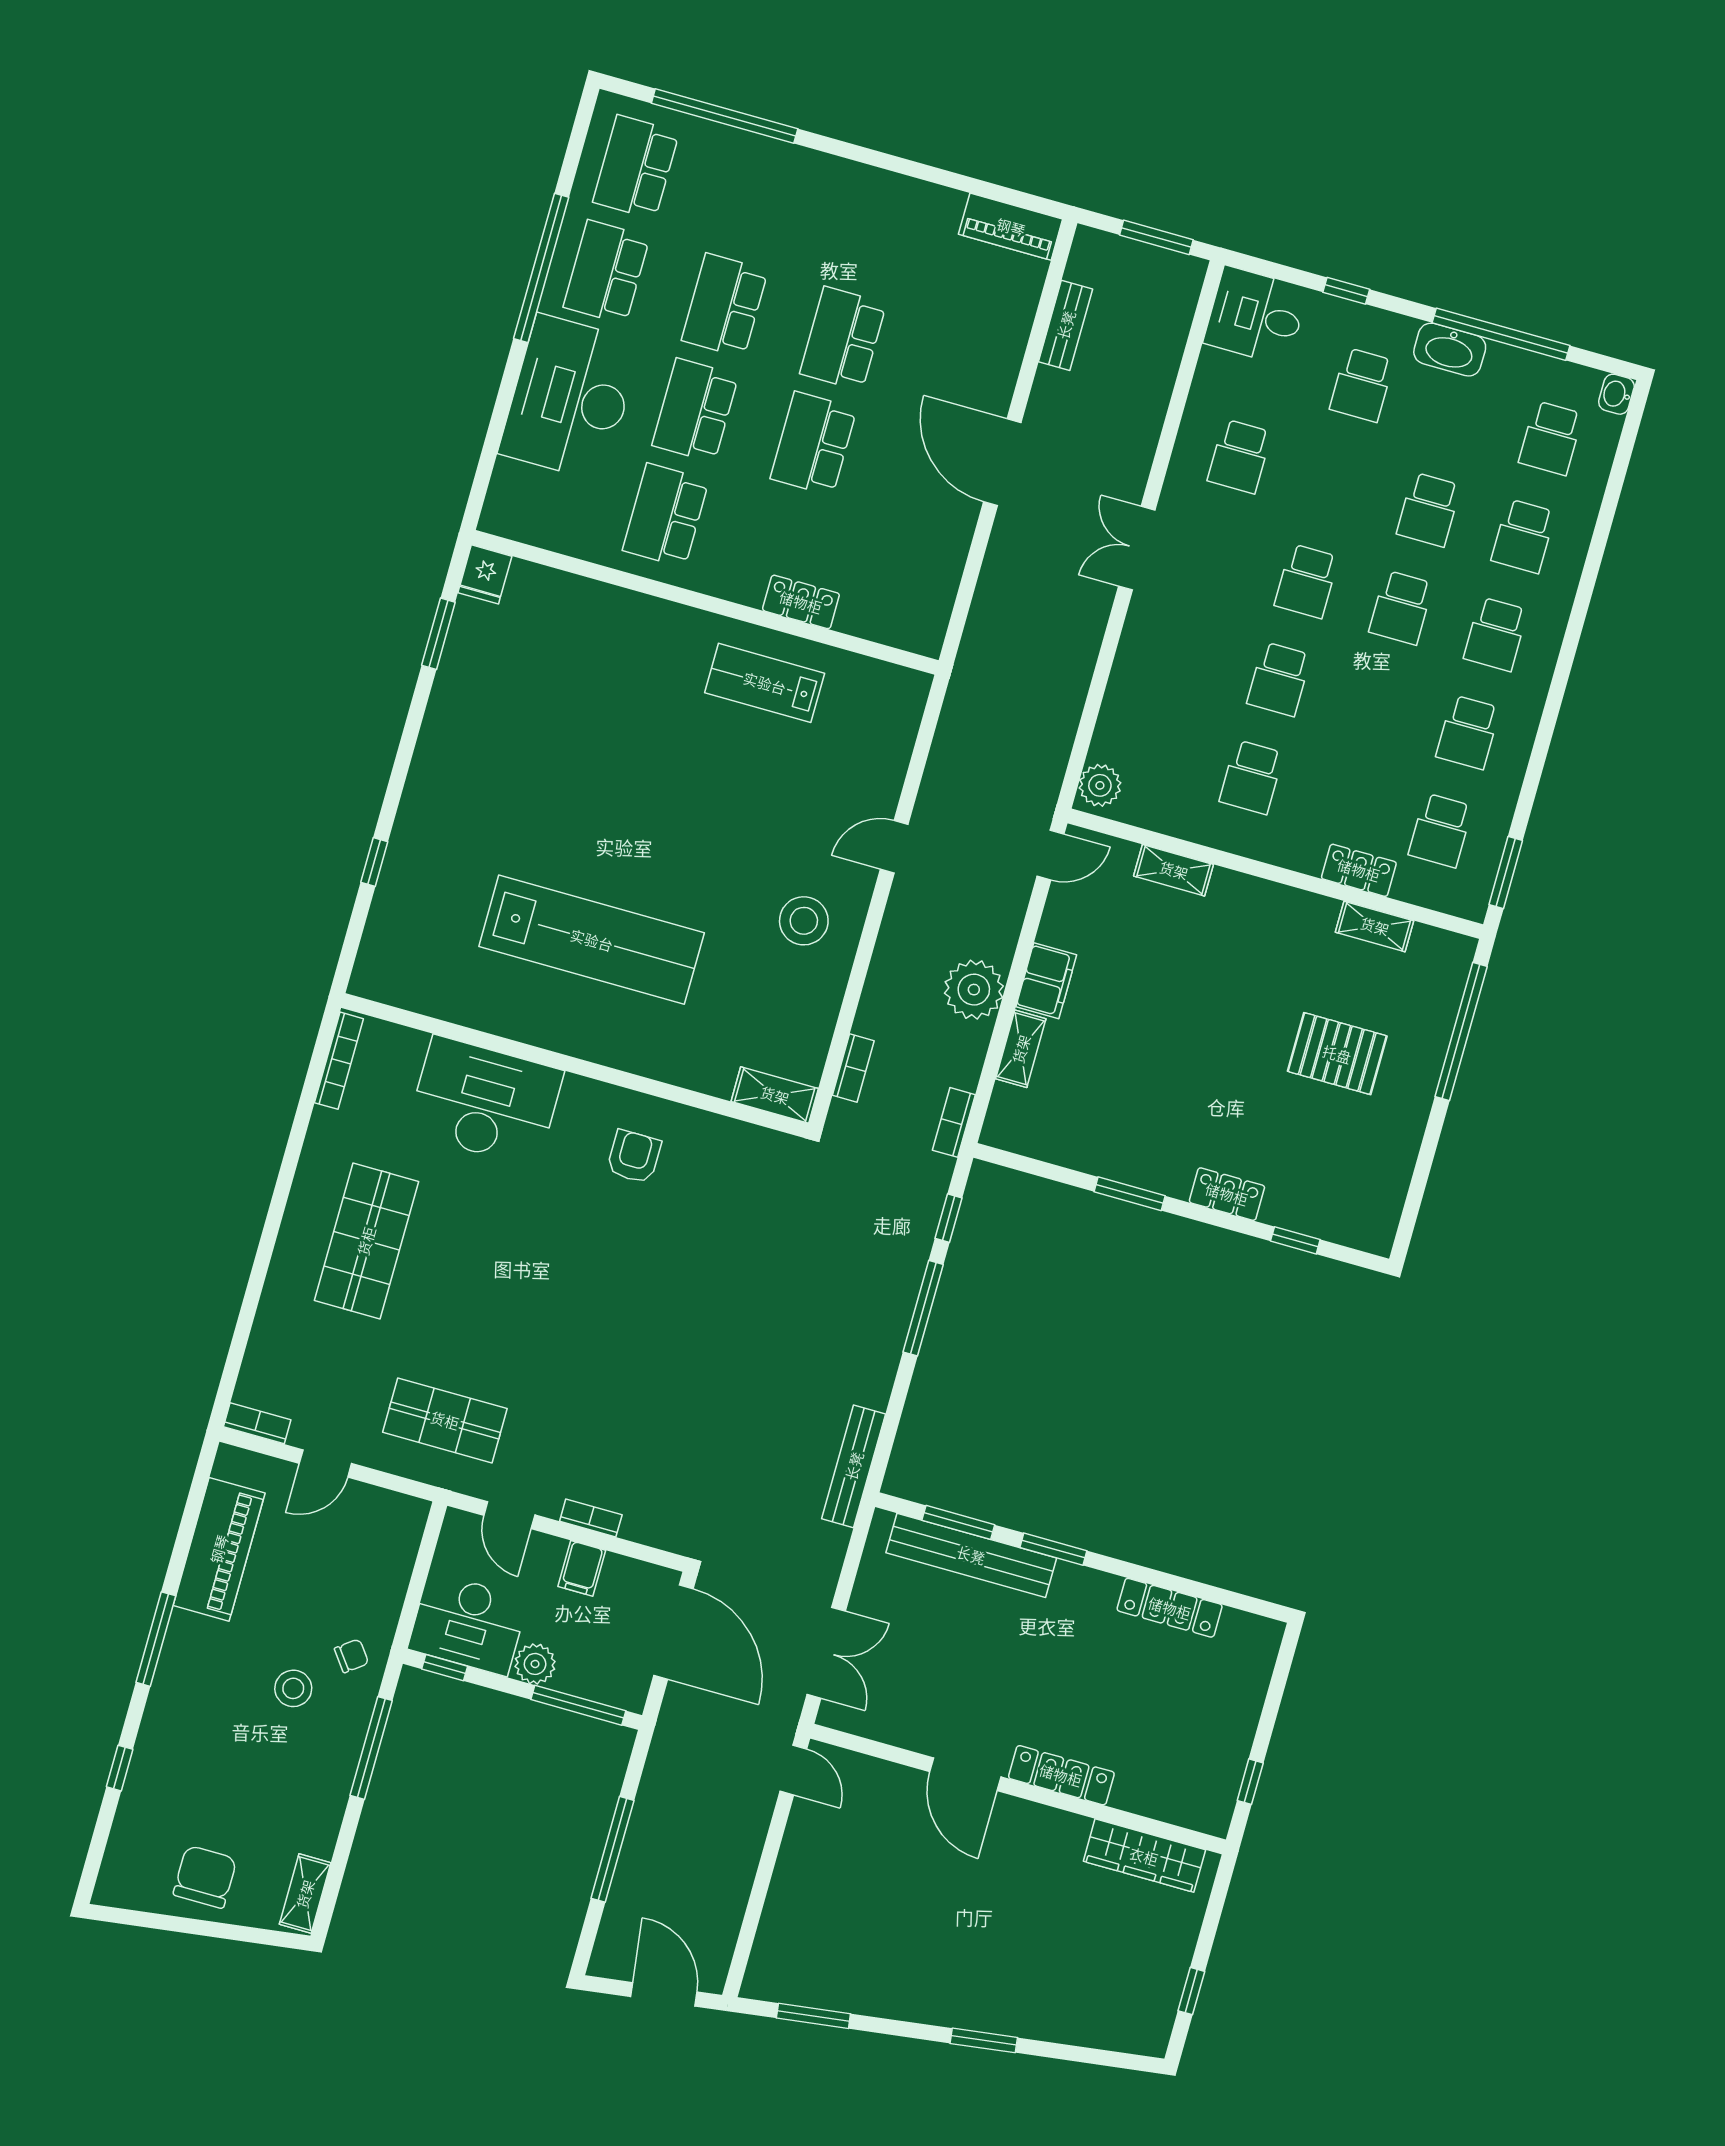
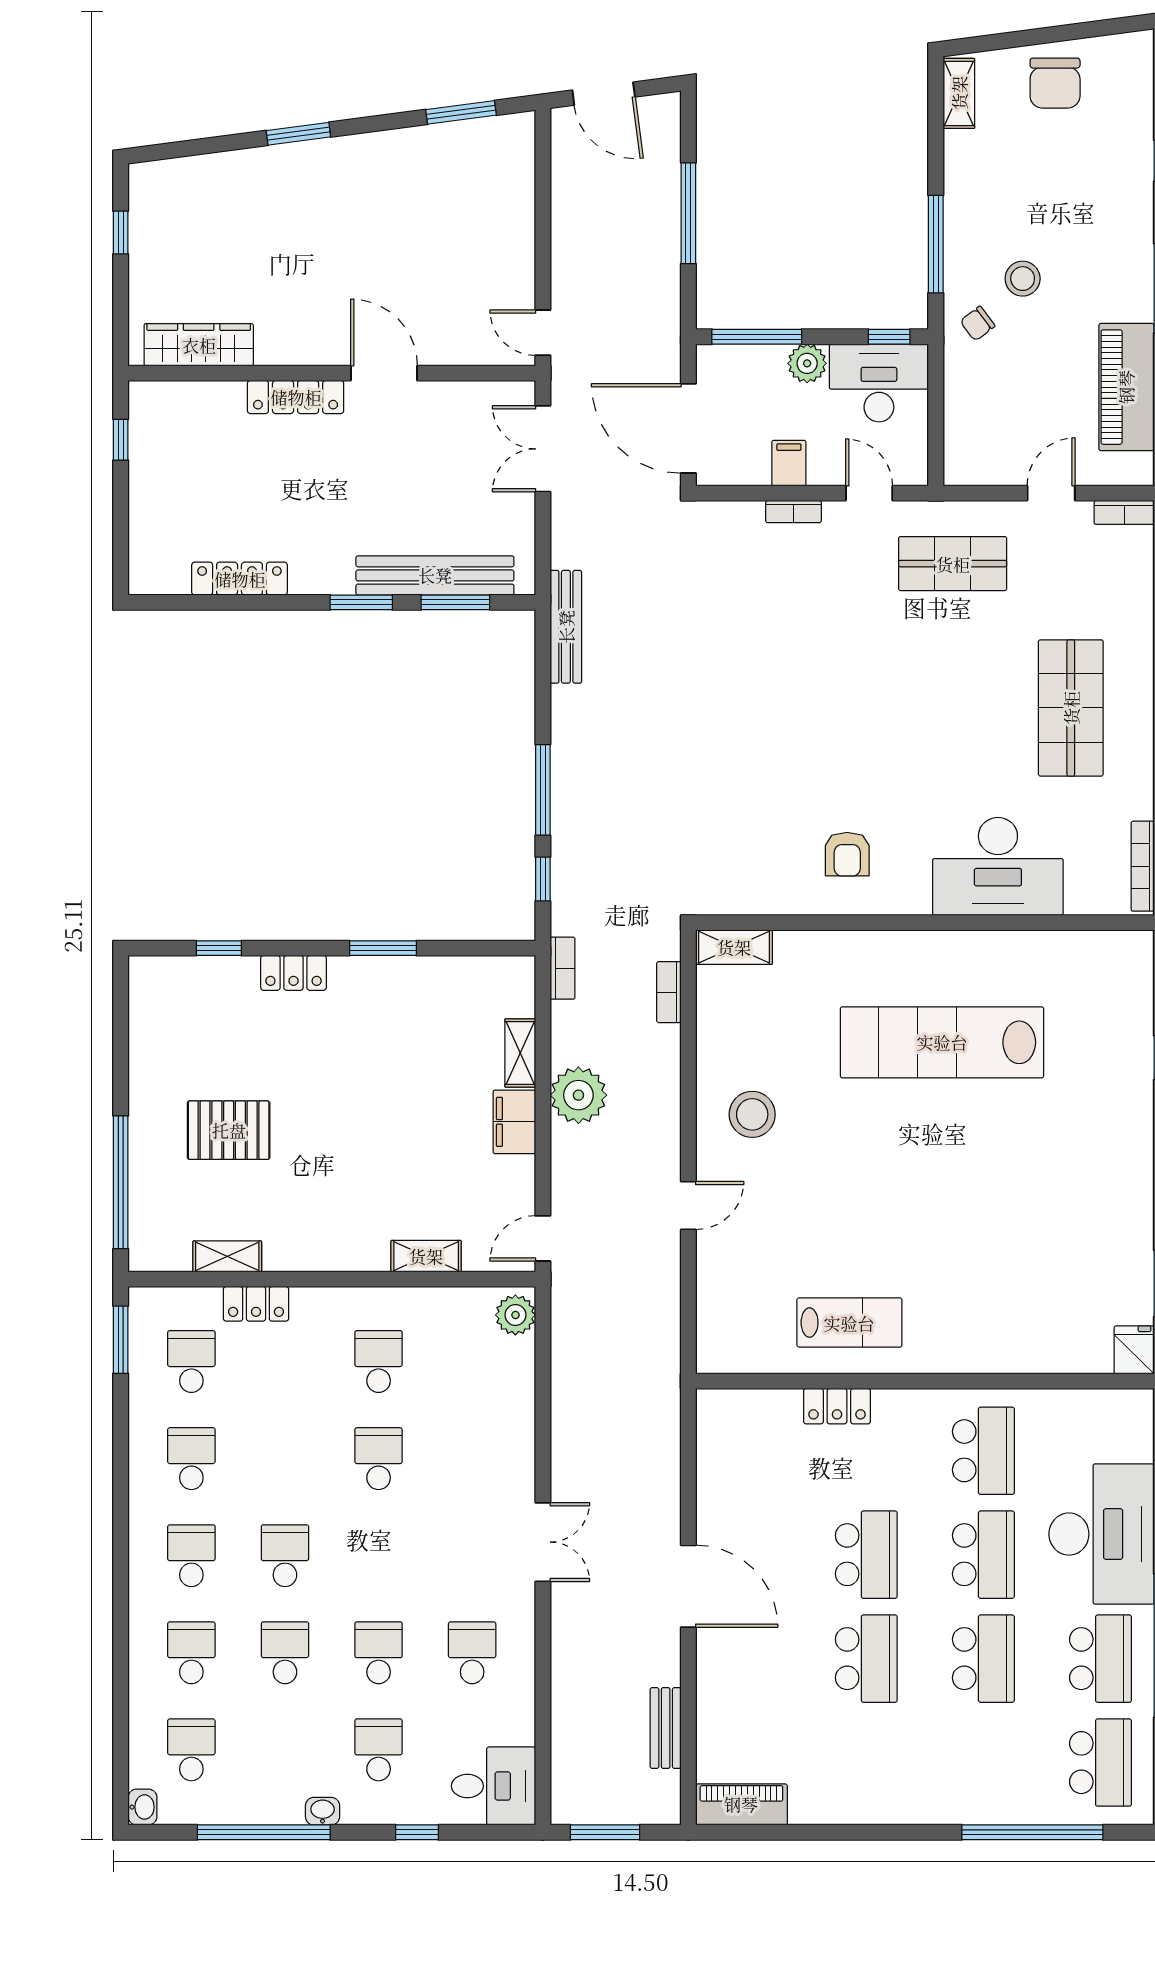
washbasin: (1450, 350) -> (323, 1811), width x0.52, depth x0.69
school desk: (1307, 581) -> (379, 1653), moved

